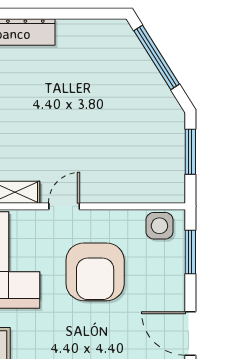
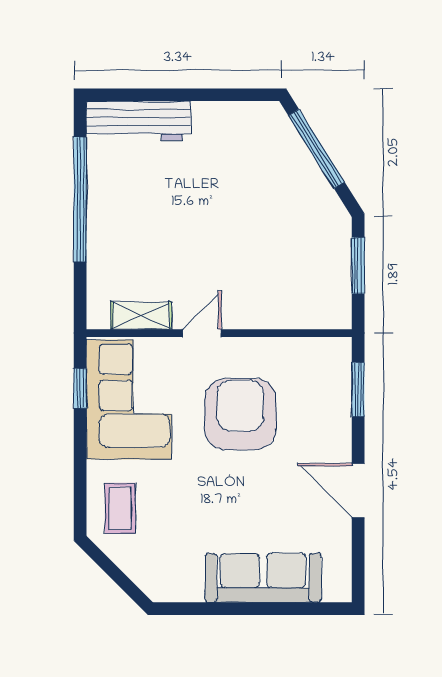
side table: (159, 226) -> (320, 357), removed
armchair: (95, 272) -> (240, 414), turned 180

